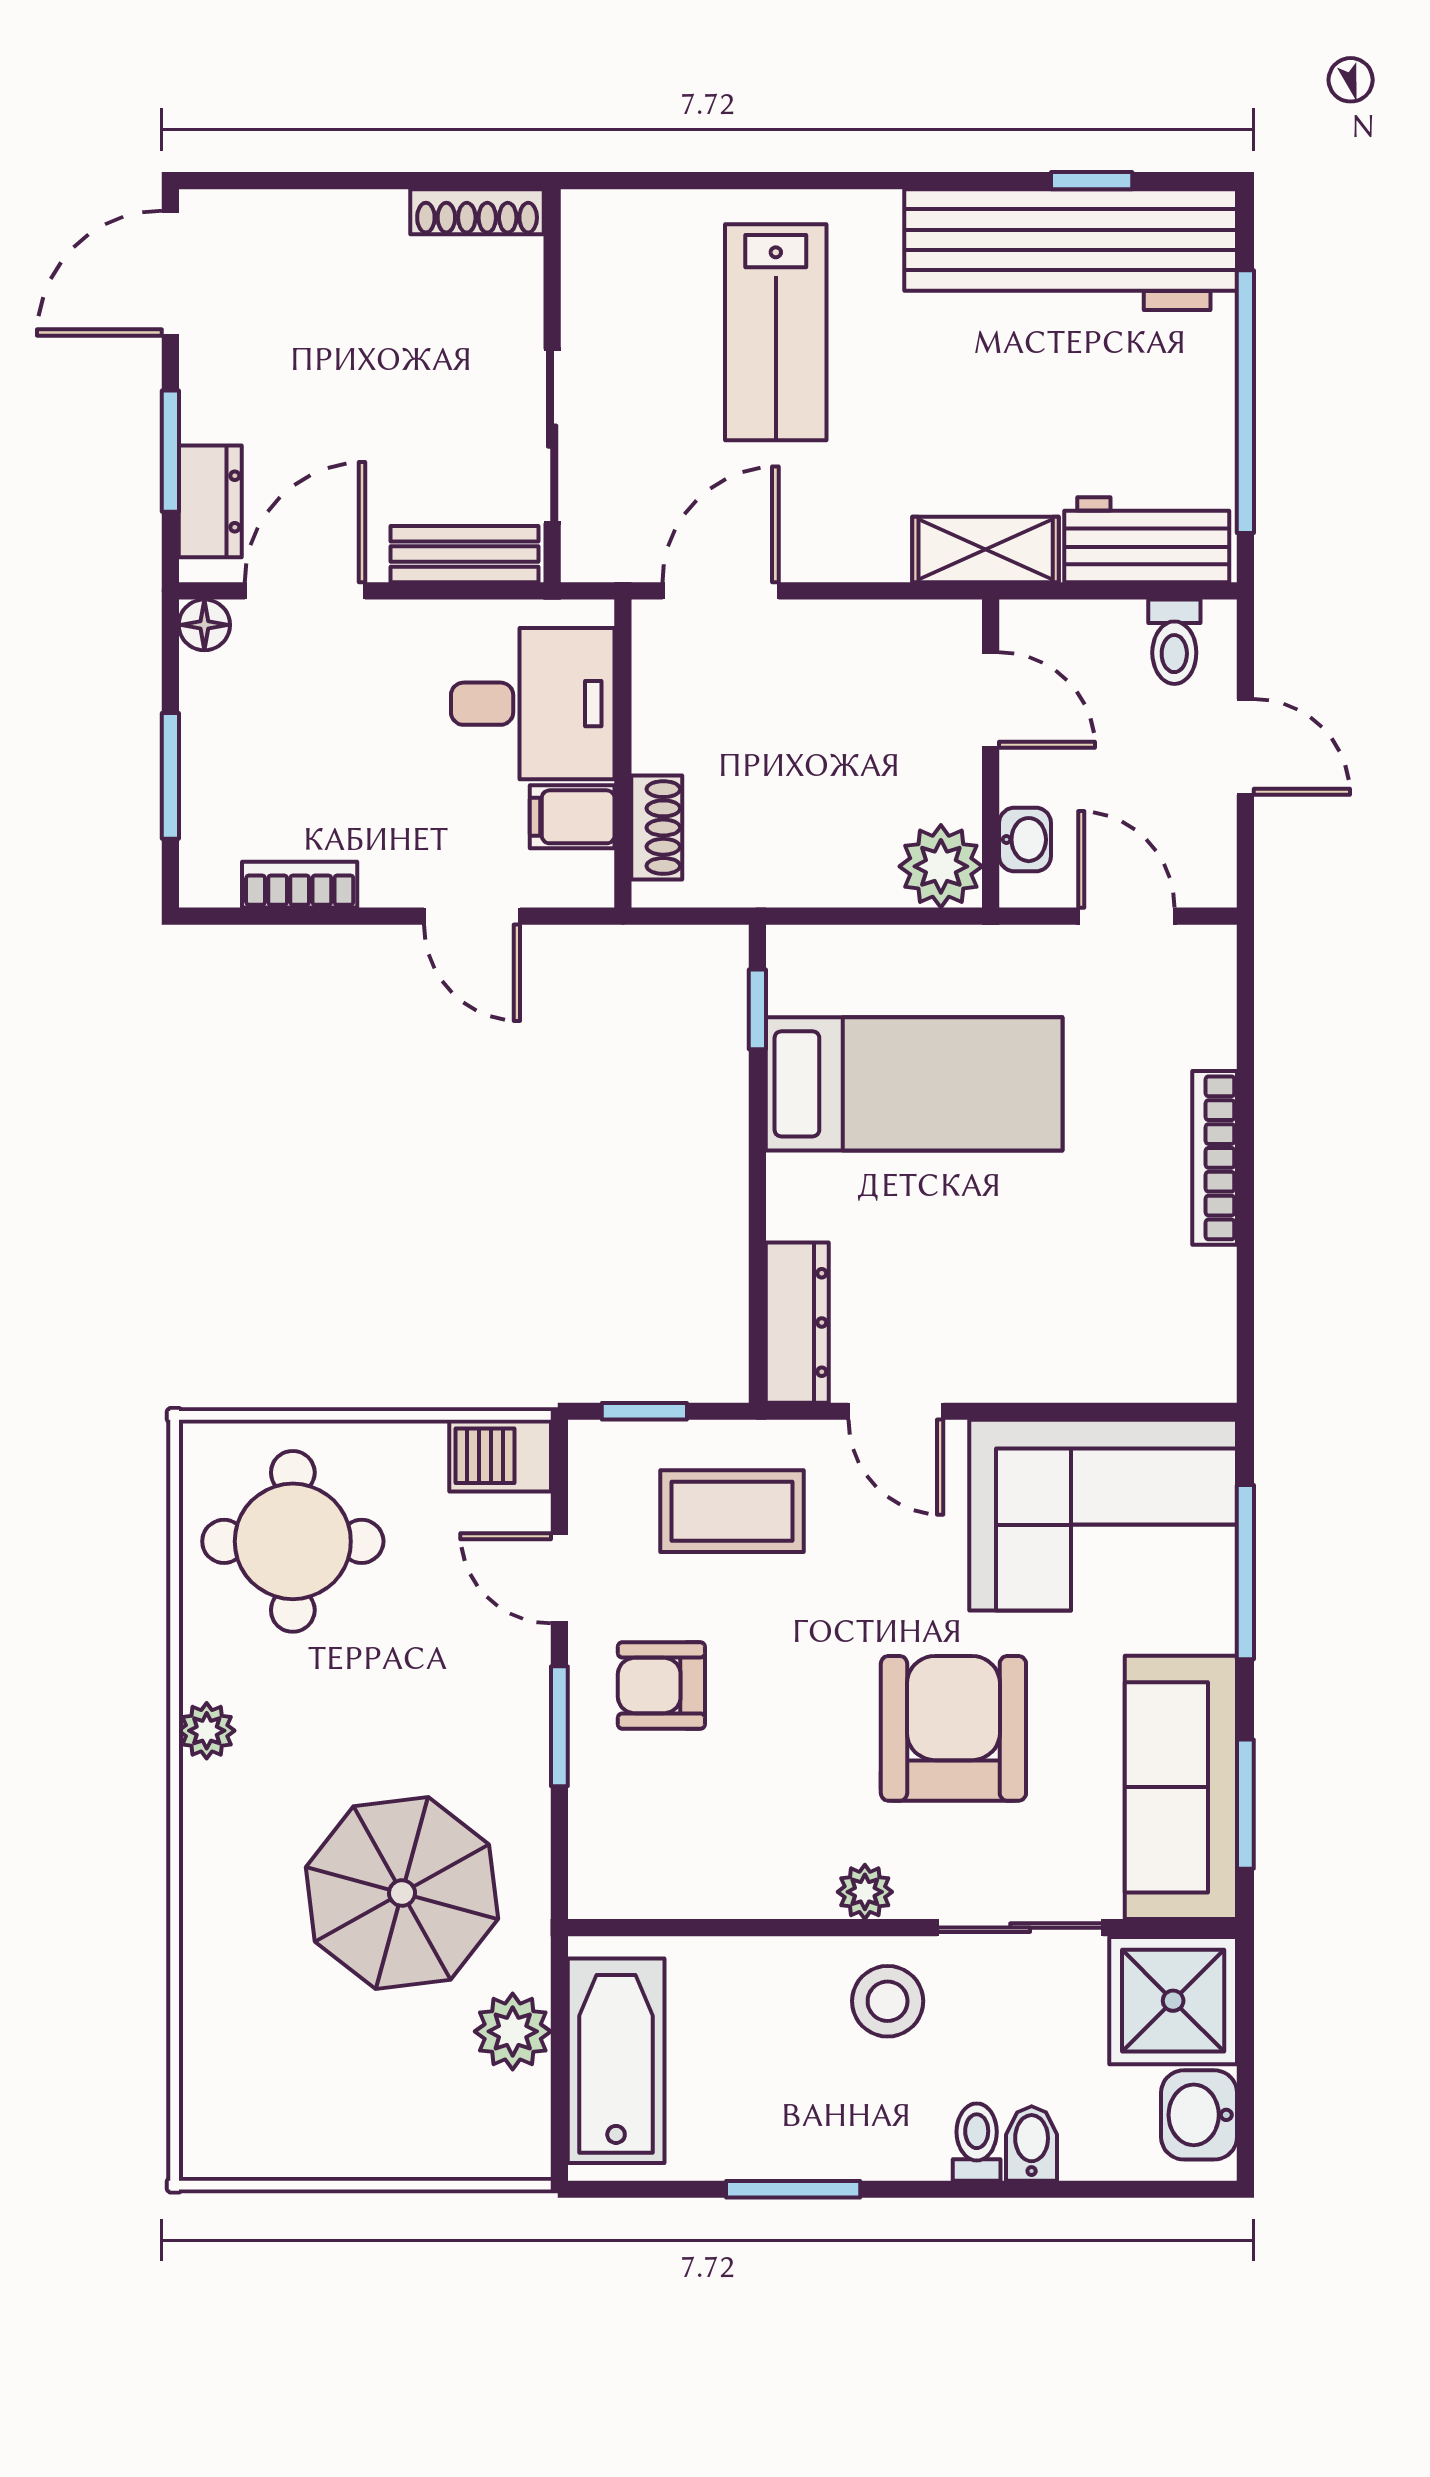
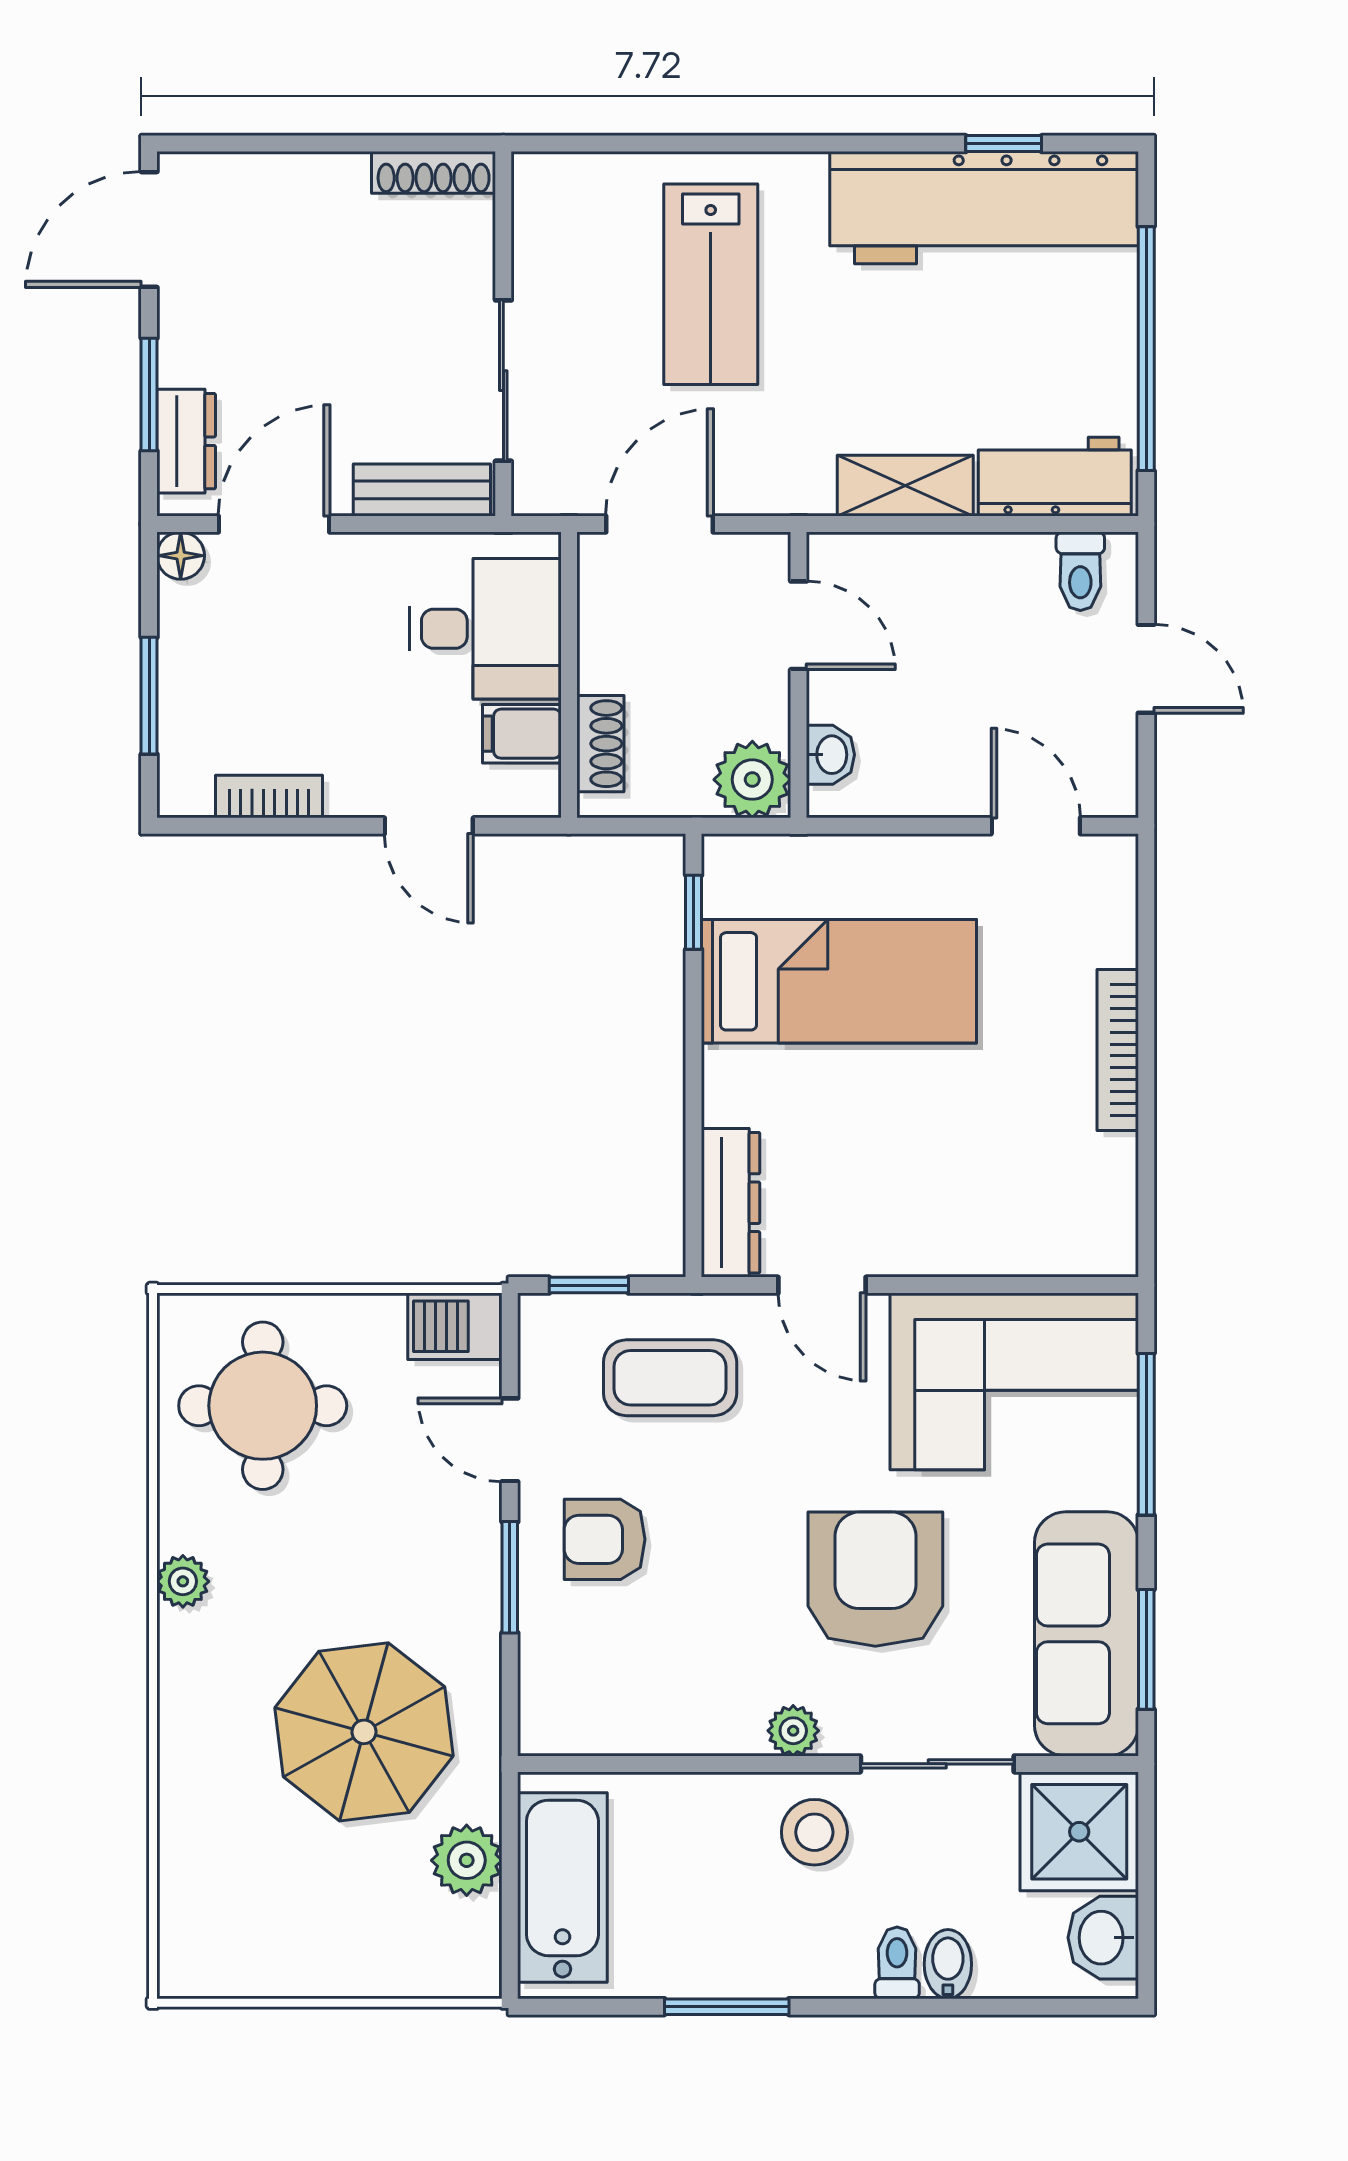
door: (991, 700) -> (799, 625), moved
wall: (991, 753) -> (799, 675), moved
washbasin: (1025, 840) -> (830, 755), moved
plant: (941, 866) -> (752, 780), moved

